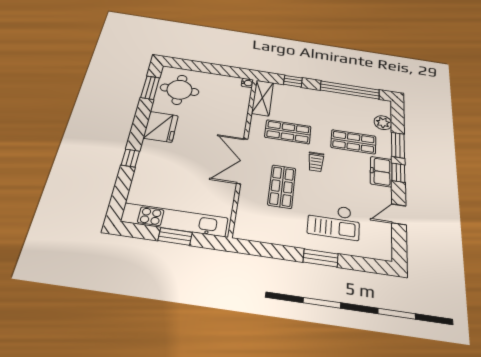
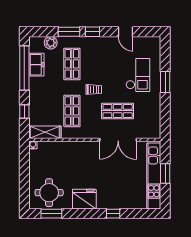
double door: (242, 161) -> (118, 140), moved
freezer: (381, 172) -> (36, 65), moved, turned -90

